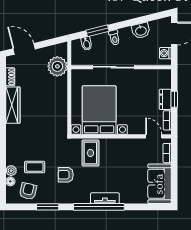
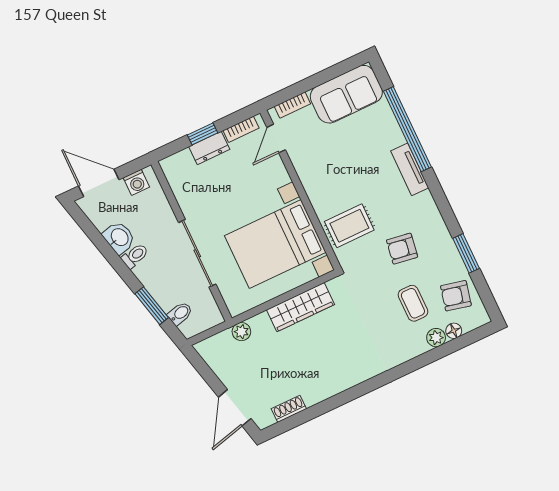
toilet: (114, 38) -> (135, 256), moved
plant: (57, 66) -> (241, 332), width x0.53, depth x0.53
wardrobe: (13, 105) -> (300, 307), moved, turned 180
armchair: (66, 175) -> (402, 249), turned 99
window: (99, 207) -> (407, 129), moved

